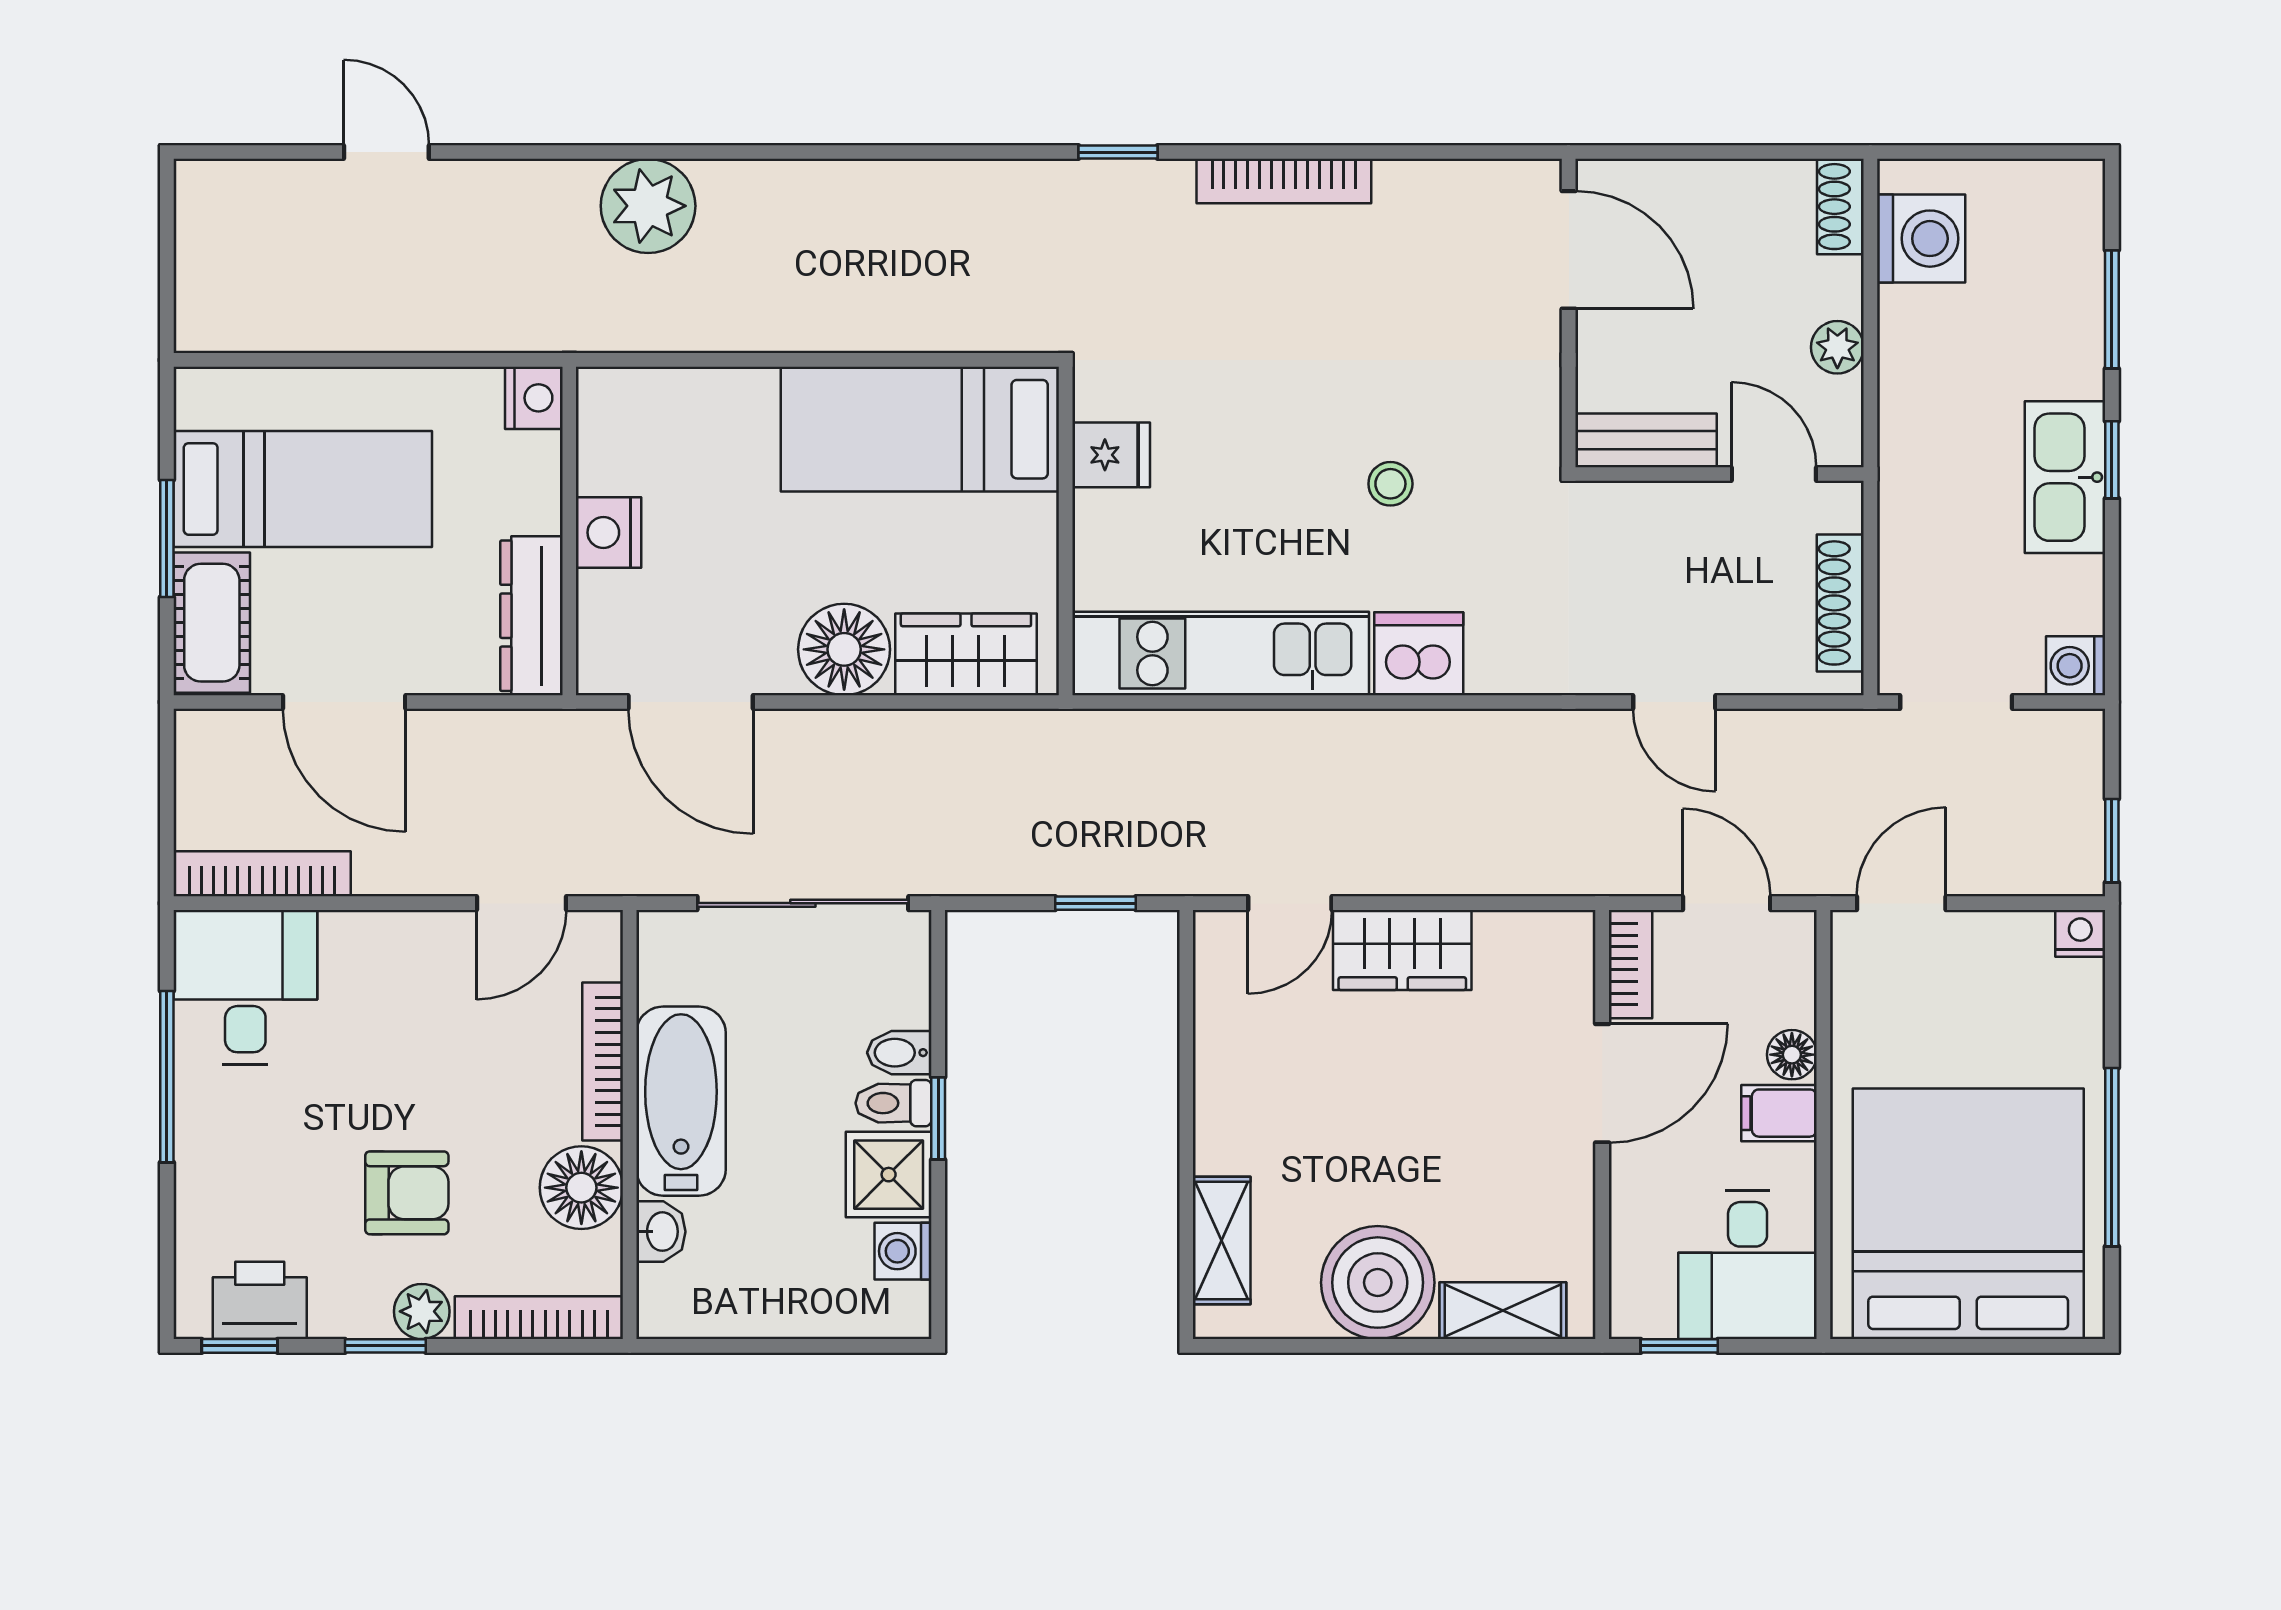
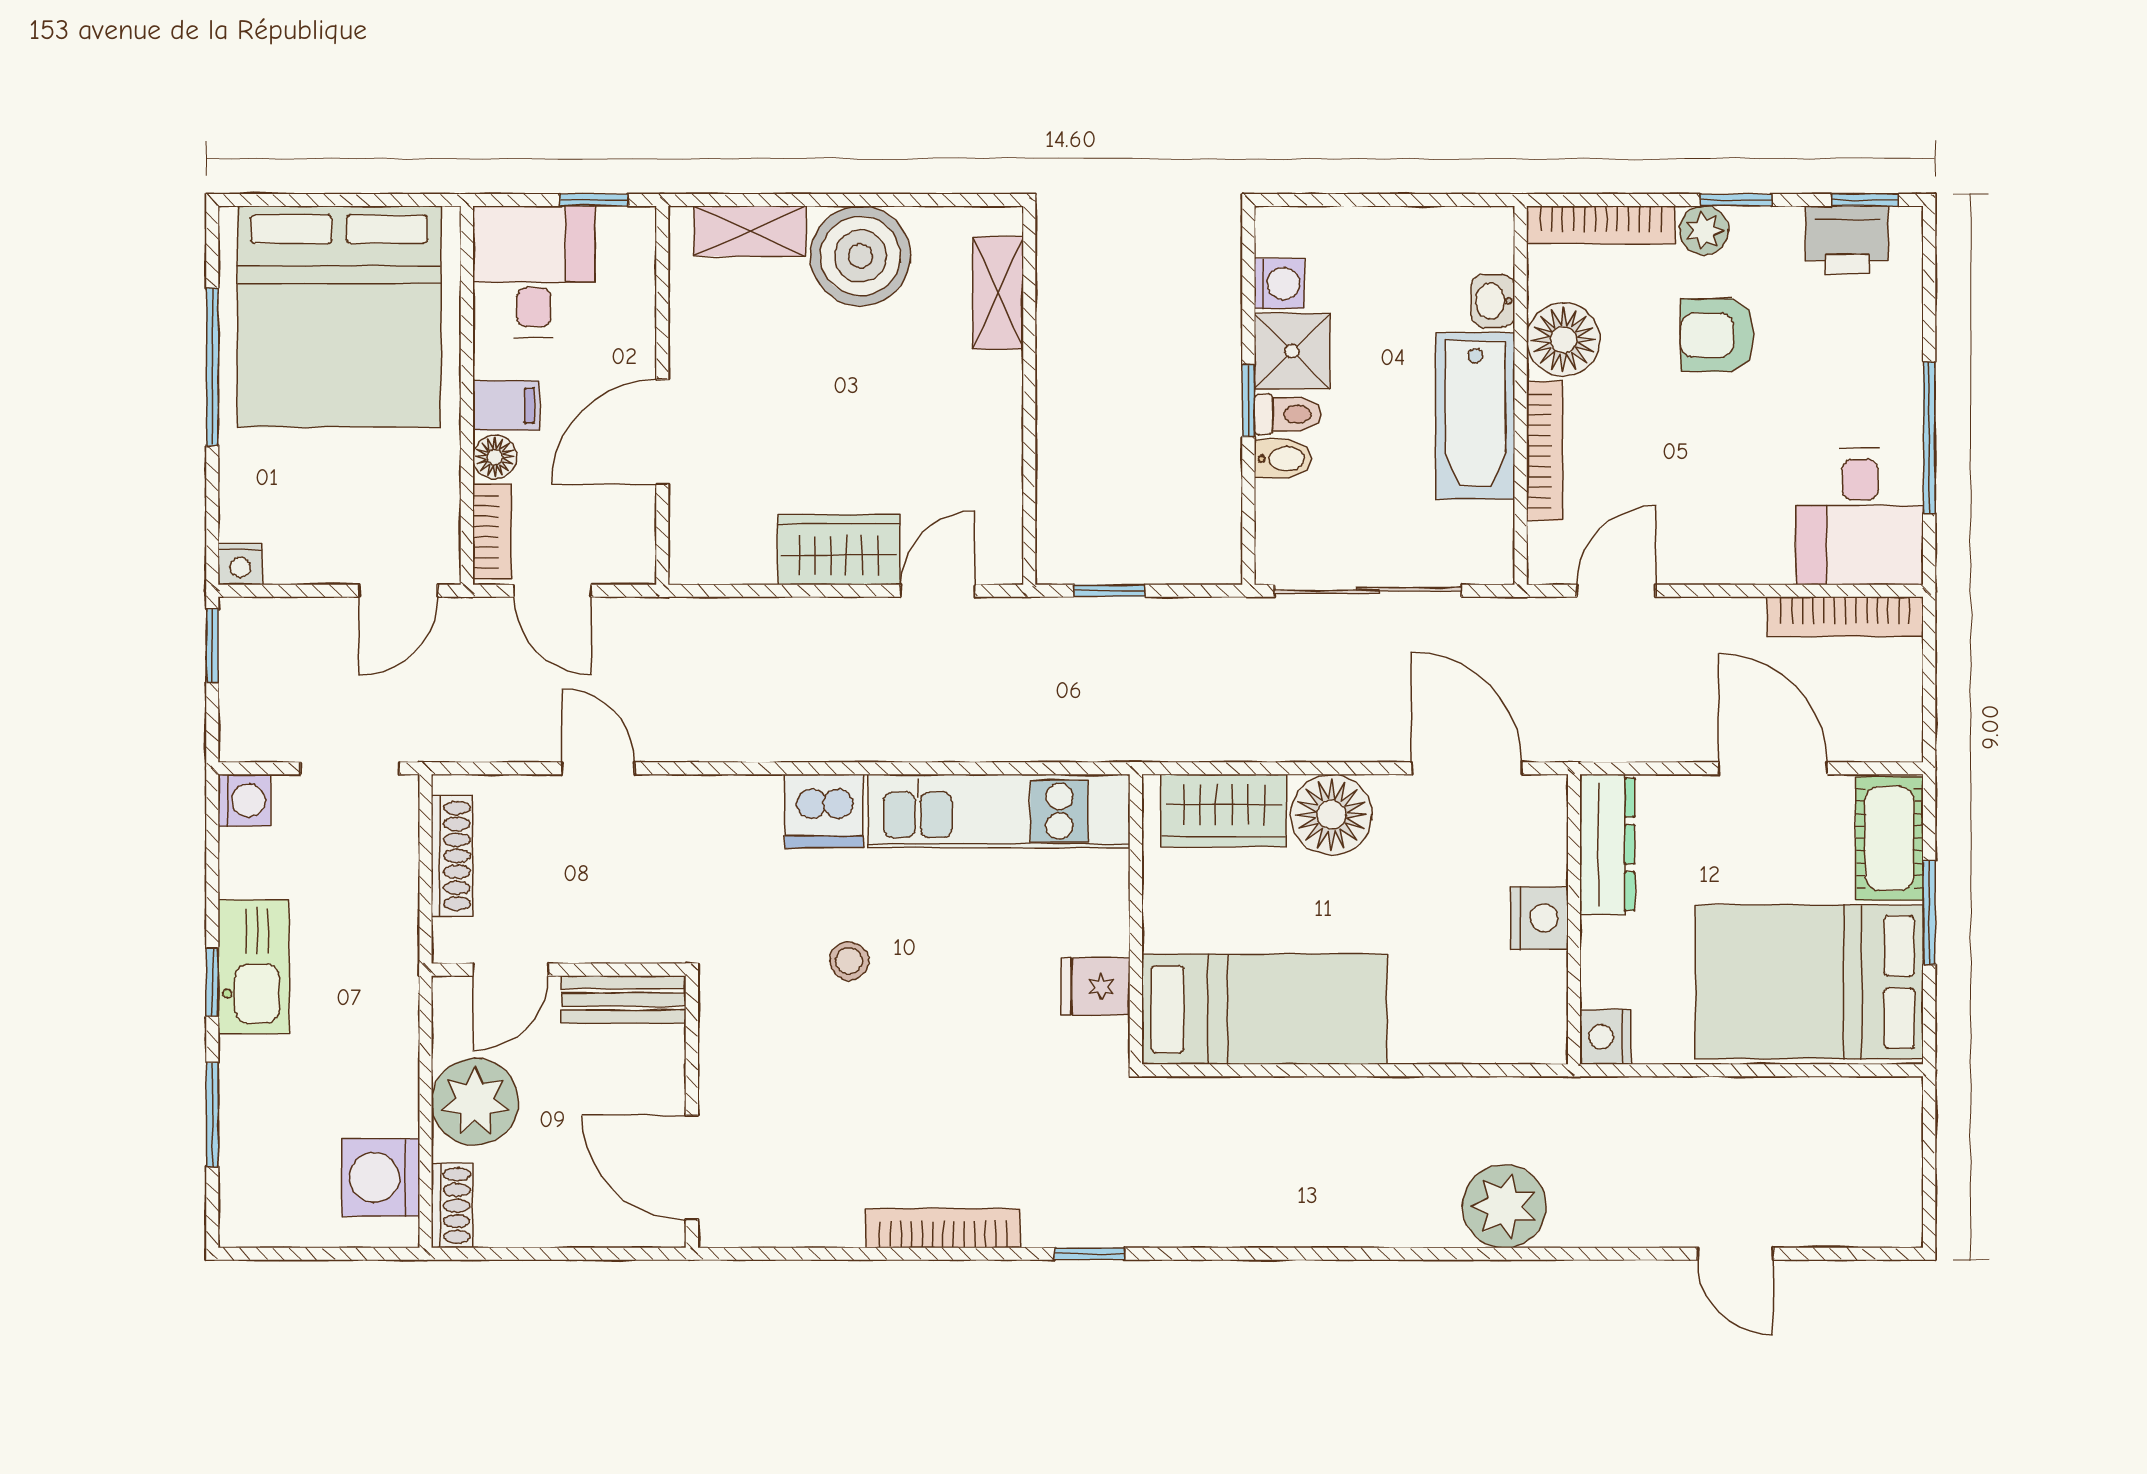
plant: (1837, 347) -> (475, 1102), width x1.88, depth x1.88
door: (1774, 474) -> (511, 970), hinge flipped
bed: (303, 489) -> (1809, 982), width x1.50
bookcase: (1631, 964) -> (492, 532), moved, turned 180

